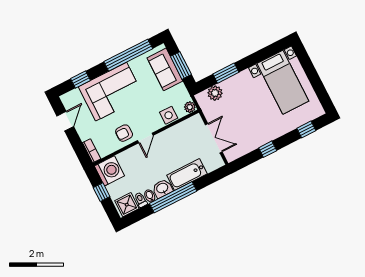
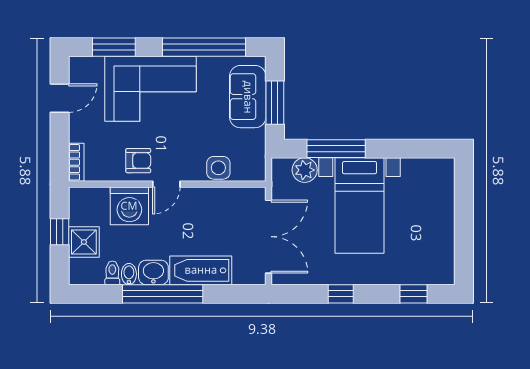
window: (226, 73) -> (336, 149), width x1.44
window: (80, 79) -> (114, 47), width x1.50
bed with nightstands: (283, 82) -> (359, 205), moved
plant: (190, 107) -> (256, 172), removed
armchair: (124, 133) -> (138, 161), turned 180
double door: (214, 138) -> (268, 237), width x1.37
washing machine: (109, 171) -> (129, 206), moved, turned 90
shower: (127, 205) -> (84, 242), moved

